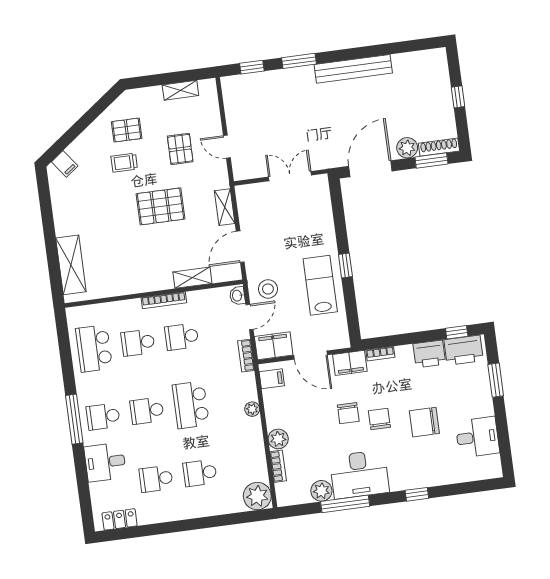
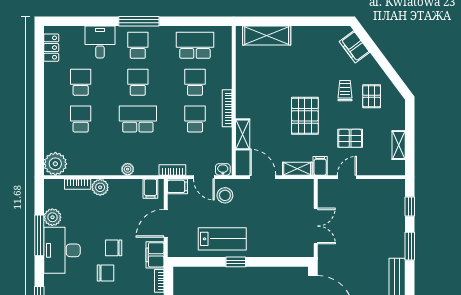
filing cabinet: (65, 164) -> (355, 47), width x2.00
filing cabinet: (218, 180) -> (320, 166), added
filing cabinet: (274, 346) -> (177, 186), width x0.50

